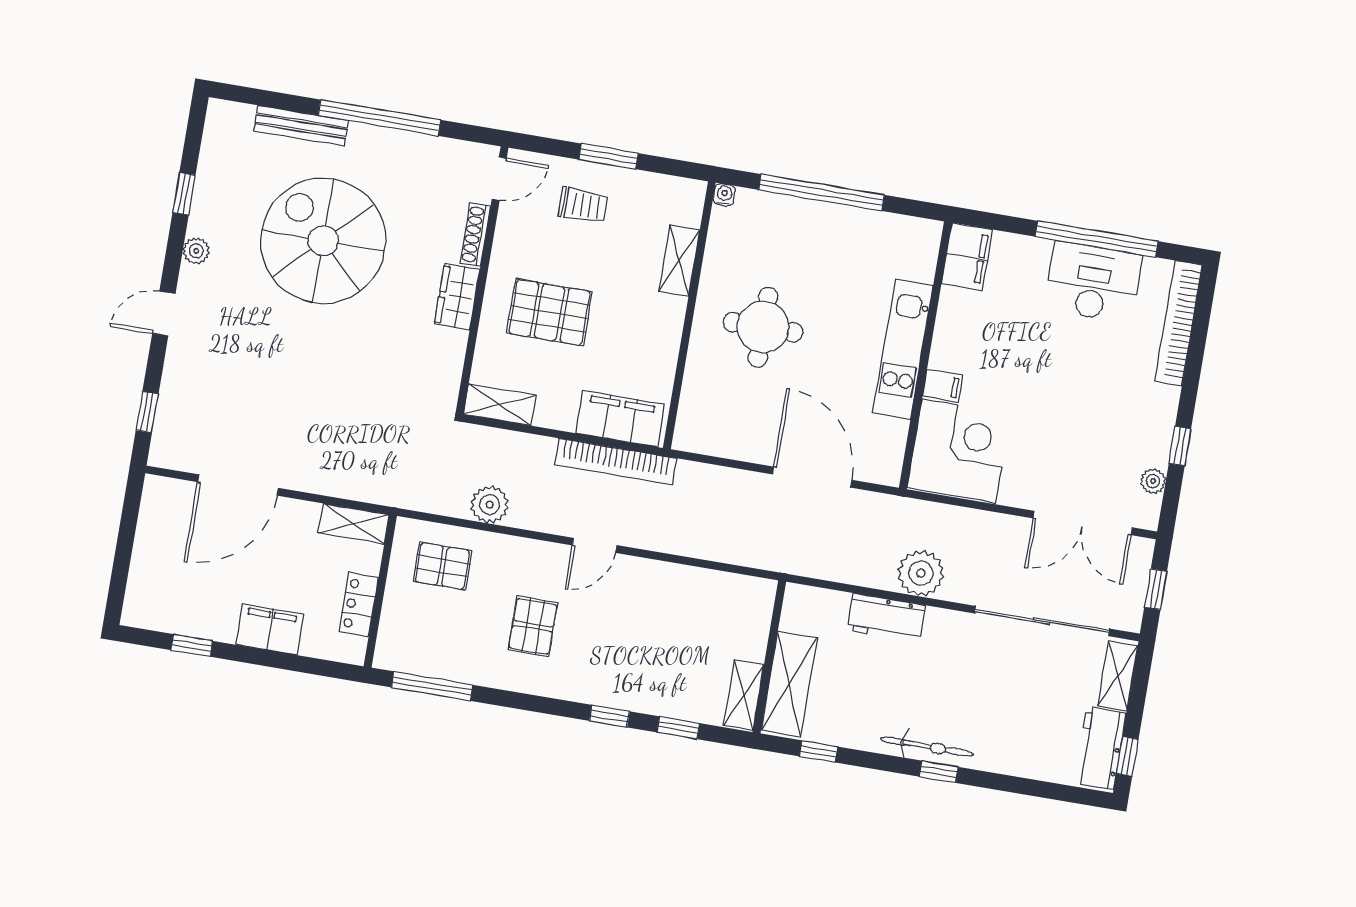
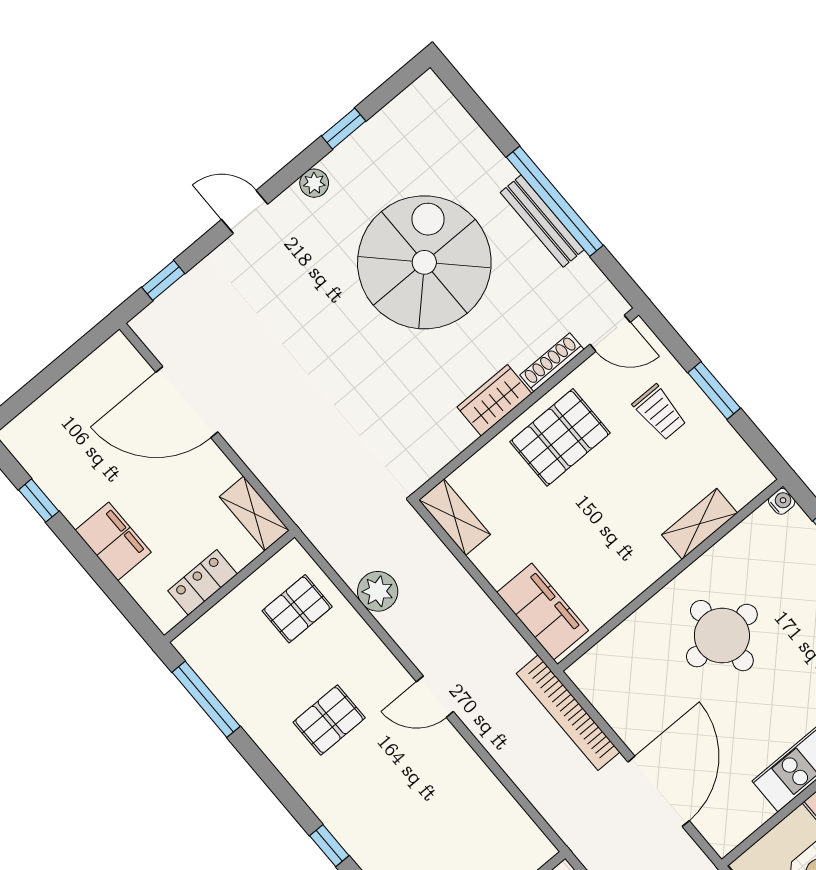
bench: (301, 126) -> (542, 221), moved
pallet: (549, 312) -> (560, 437), moved, turned 90
bookcase: (615, 462) -> (568, 713), moved
pallet: (442, 566) -> (297, 609), turned 90

